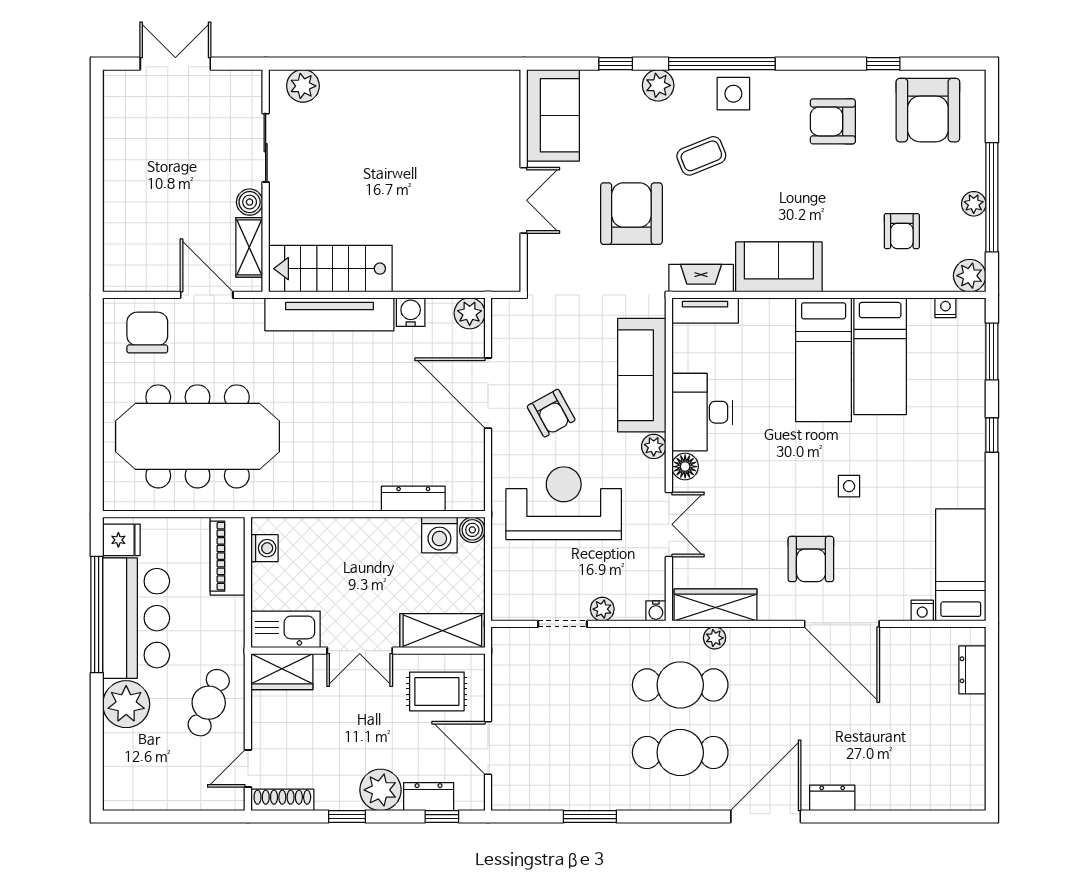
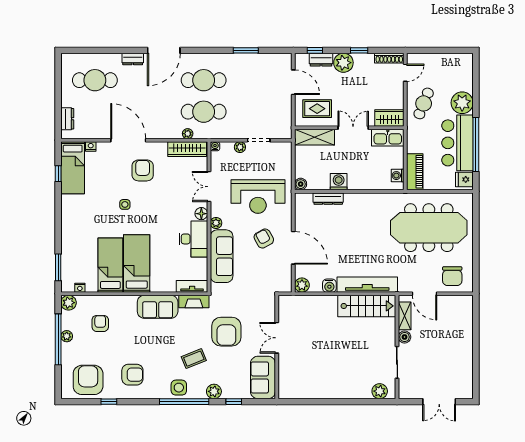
window: (992, 435) -> (58, 174), moved
washing machine: (439, 535) -> (339, 182), moved
cafe table: (913, 753) -> (95, 80), added

